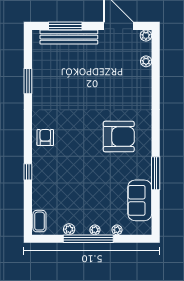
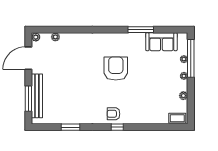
armchair: (119, 137) -> (116, 69), moved
window: (28, 172) -> (117, 127), moved
window: (88, 239) -> (191, 58), moved

